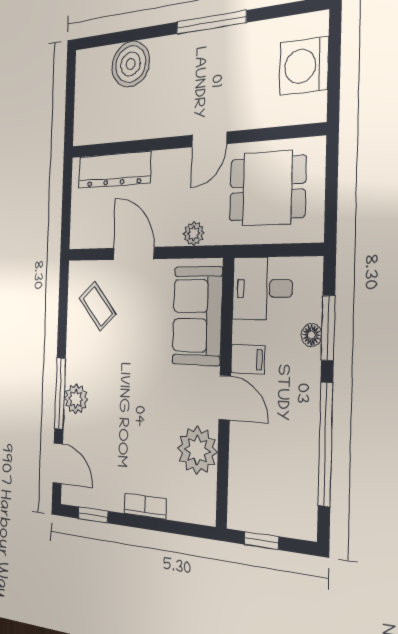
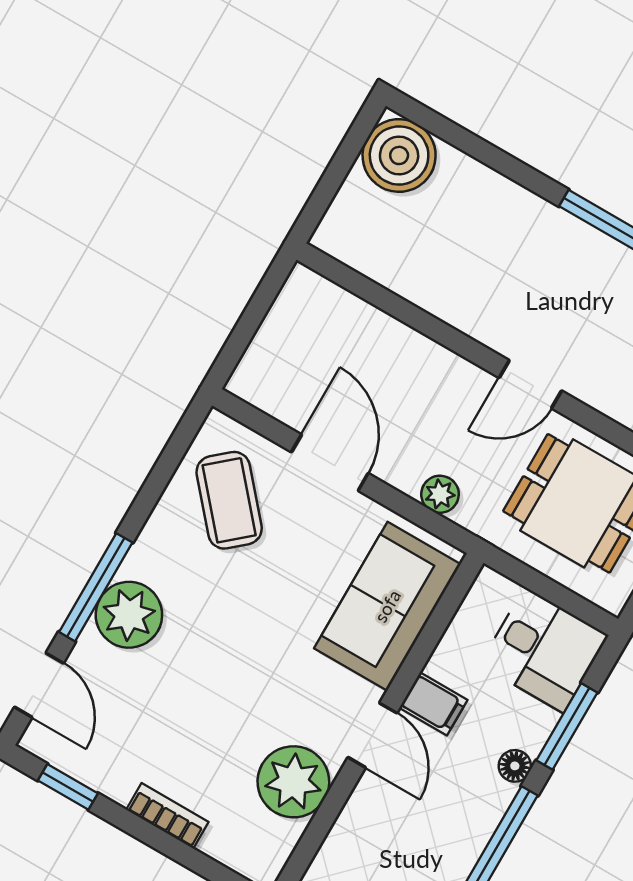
boiler: (131, 64) -> (399, 155), moved
dresser: (114, 170) -> (359, 325), removed
desk: (262, 288) -> (544, 650), moved, turned 180
coffee table: (98, 306) -> (229, 500), width x1.36, depth x1.30
floor lamp: (311, 335) -> (515, 766), moved
plant: (76, 399) -> (129, 615), width x1.36, depth x1.36

